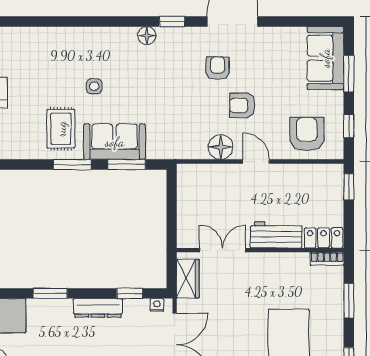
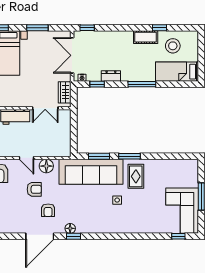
floor lamp: (147, 36) -> (70, 228), moved
sofa: (115, 142) -> (91, 172), width x1.85, depth x1.27
window: (50, 293) -> (142, 84), width x1.44
dresser: (98, 308) -> (111, 76), width x0.70

